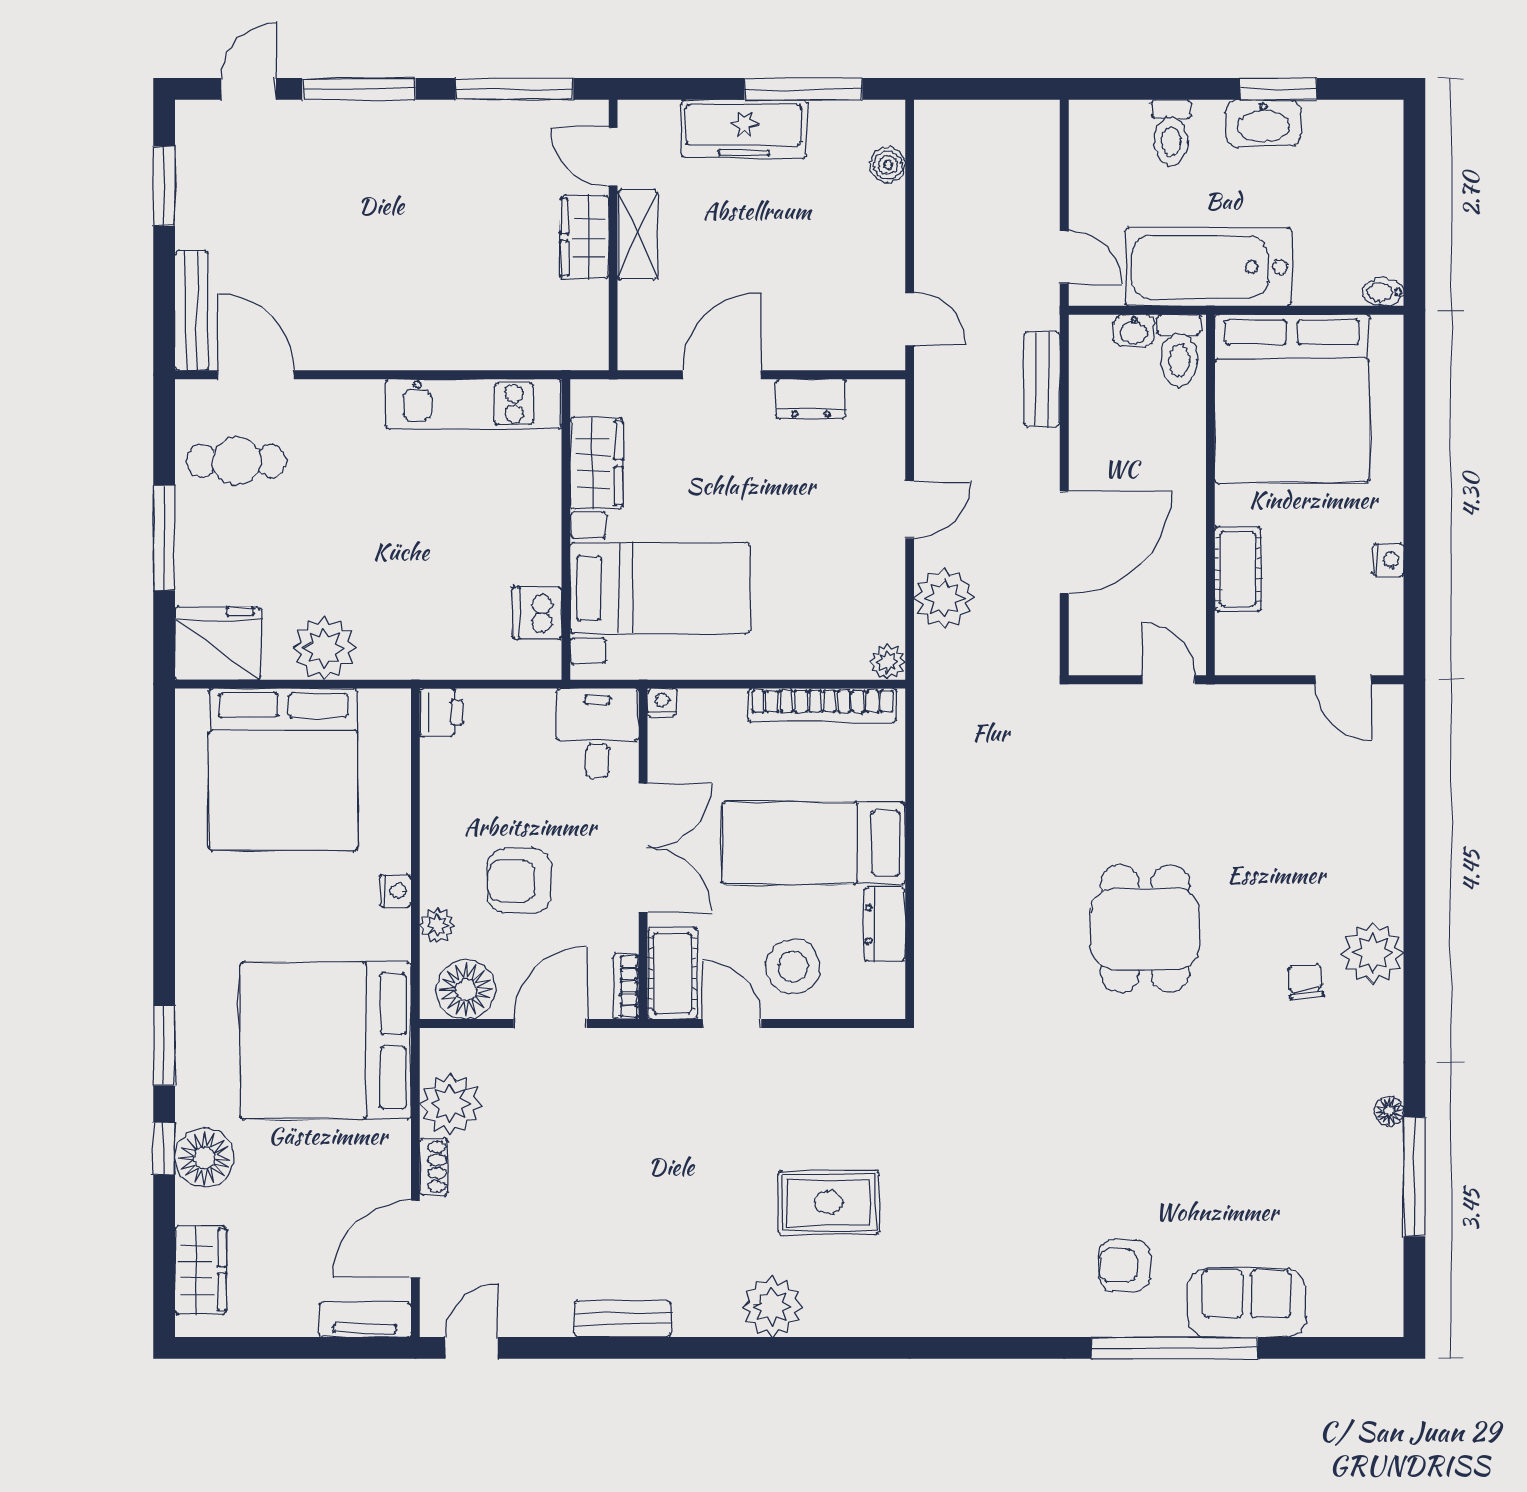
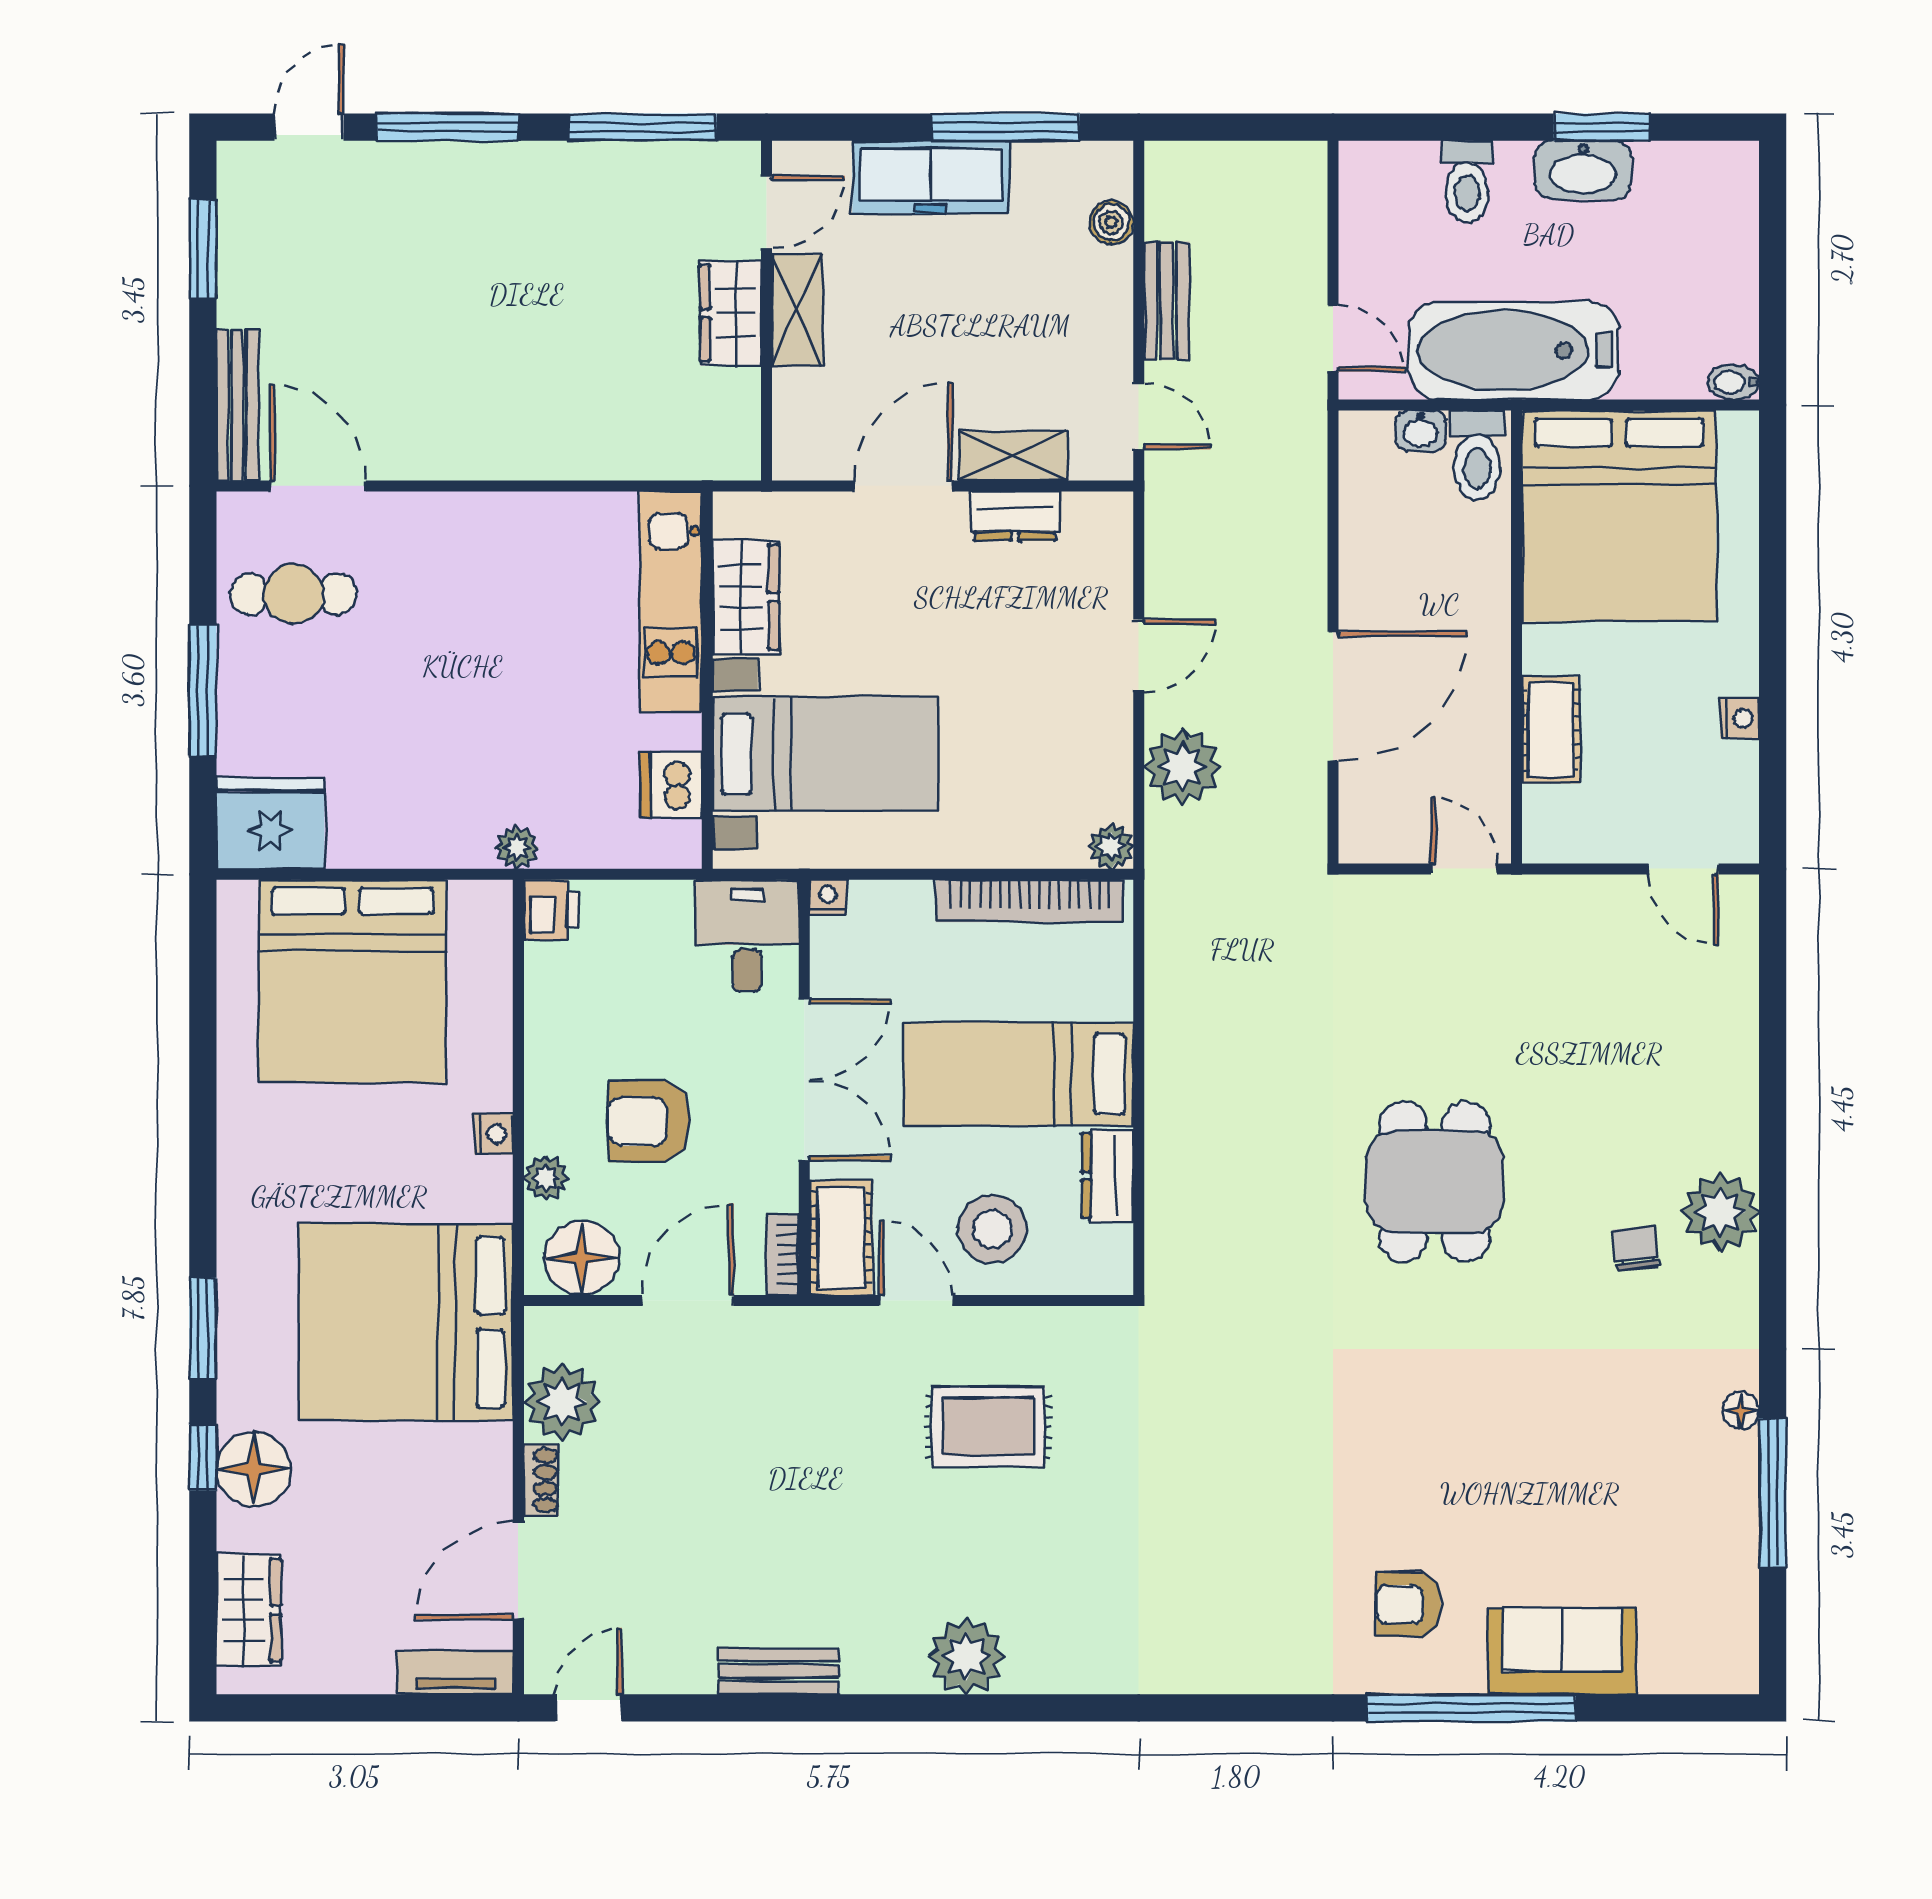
door: (613, 157) -> (767, 212), swing flipped
shelving: (810, 351) -> (1013, 456), added
bench: (1042, 379) -> (1167, 301), moved
kitchen unit: (474, 404) -> (671, 602), moved, turned 90
plant: (324, 648) -> (517, 848), moved, width x0.53, depth x0.53
rug: (829, 1203) -> (988, 1427), moved

